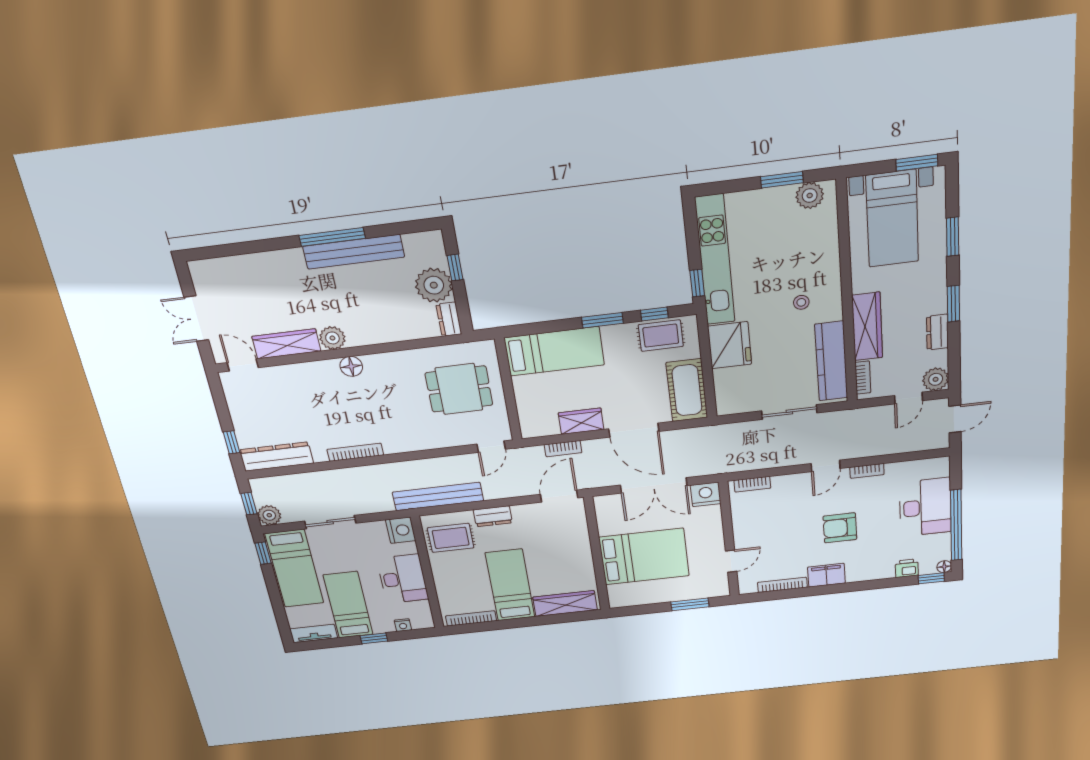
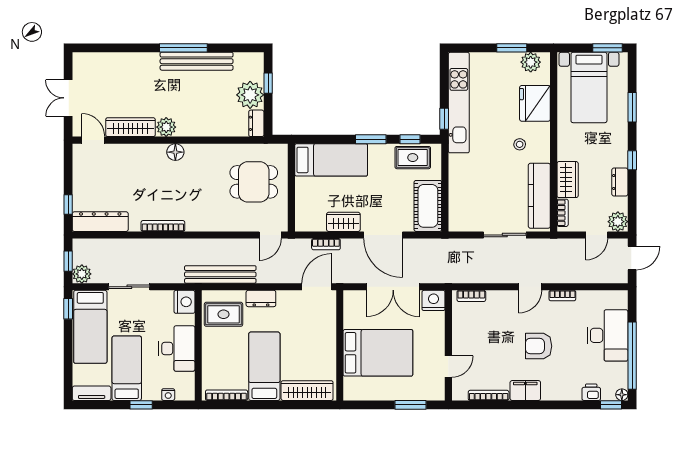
window: (953, 304) -> (632, 160), width x0.67
wardrobe: (867, 327) -> (568, 180), width x0.67
fridge: (730, 345) -> (535, 103), moved, turned 180

